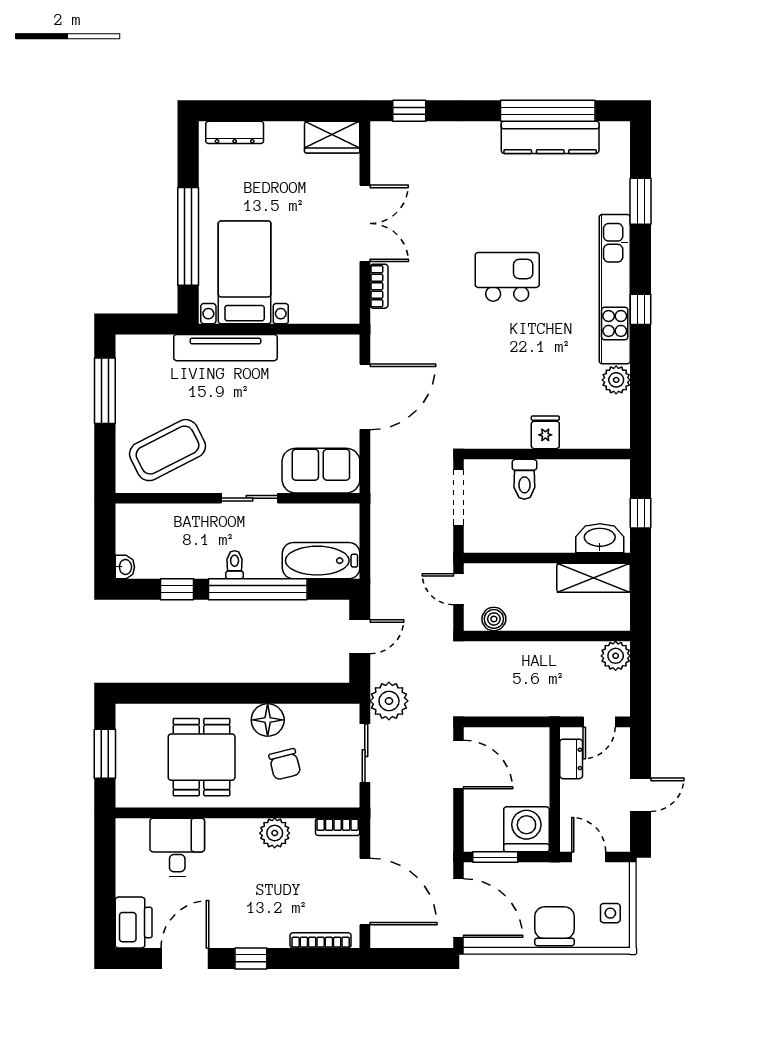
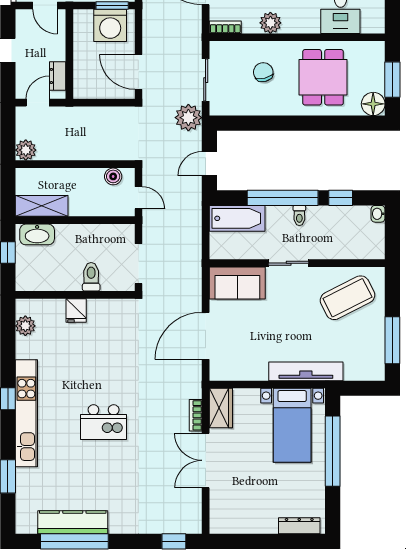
wardrobe: (332, 137) -> (221, 408), moved, turned 90
plant: (616, 380) -> (25, 326), moved
floor lamp: (268, 720) -> (373, 104), moved
washing machine: (526, 829) -> (110, 25), moved

